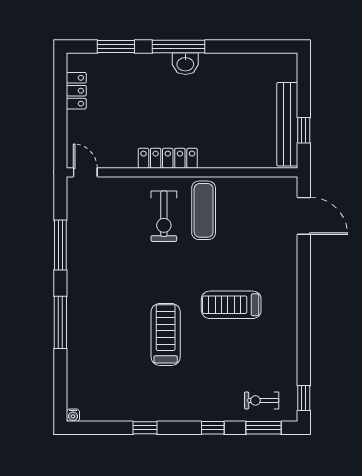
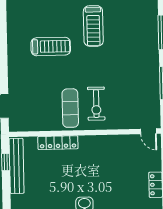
locker: (168, 158) -> (58, 143), moved
exercise bike: (164, 216) -> (96, 104), turned 180

